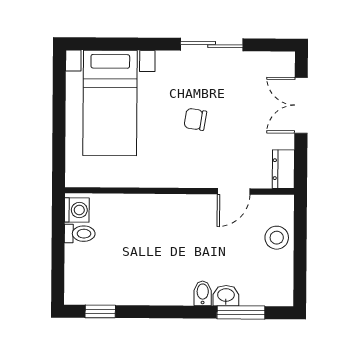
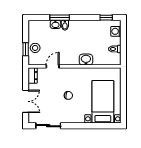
sliding door: (212, 45) -> (48, 126), moved
washbasin: (151, 208) -> (86, 60), added
washing machine: (77, 210) -> (116, 31), moved
window: (300, 235) -> (26, 49), added
window: (241, 312) -> (60, 18), moved

